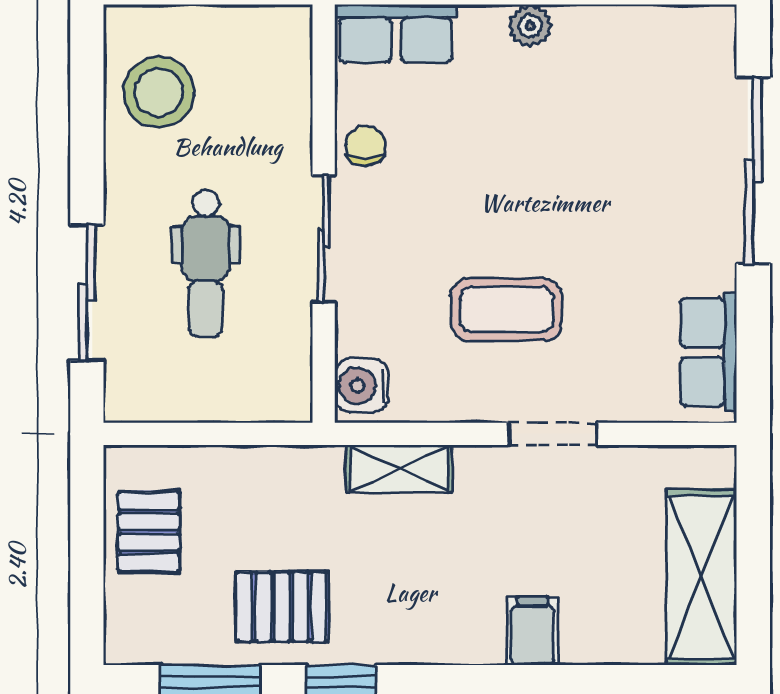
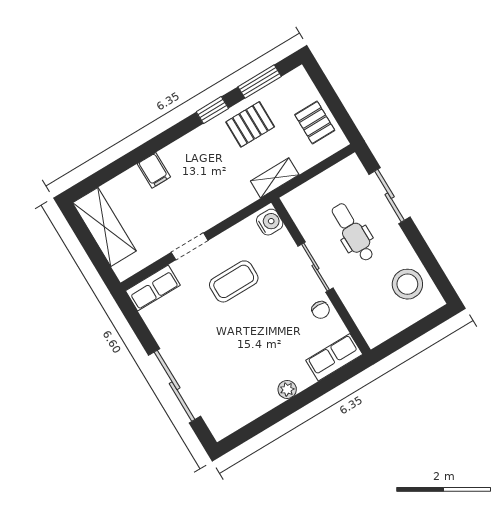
row of seats: (709, 352) -> (153, 288), moved, turned 90
shelving: (399, 469) -> (275, 178), moved

